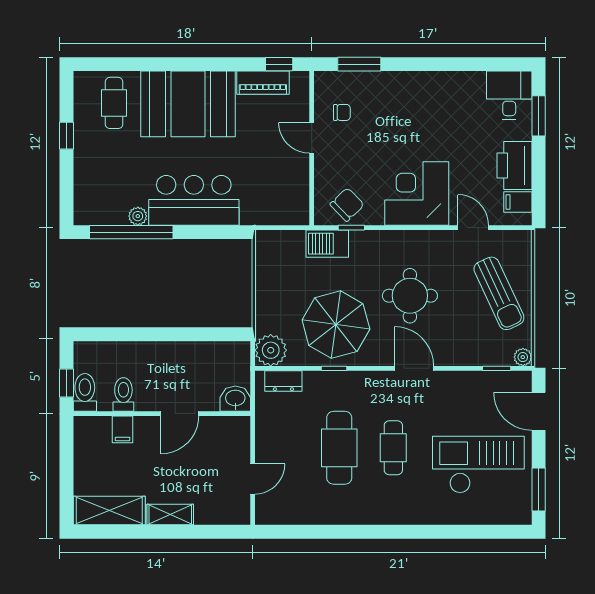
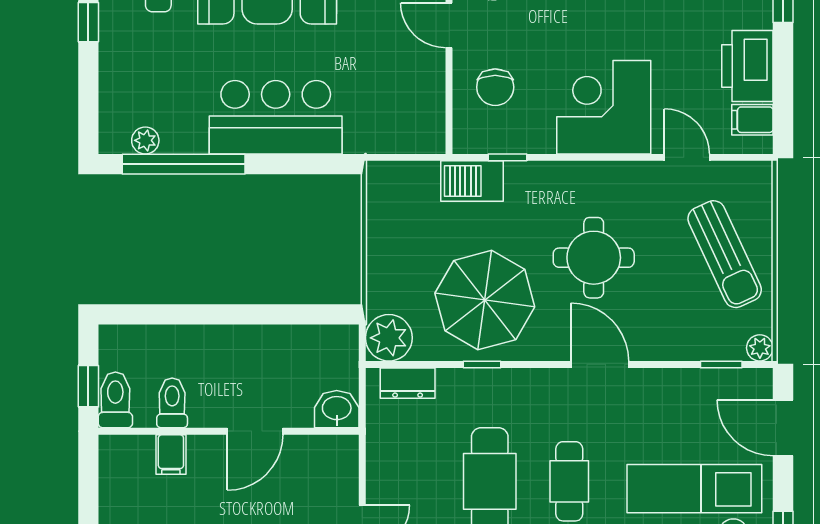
chair: (347, 205) -> (495, 87), moved, turned 134
plant: (138, 216) -> (145, 140), moved

